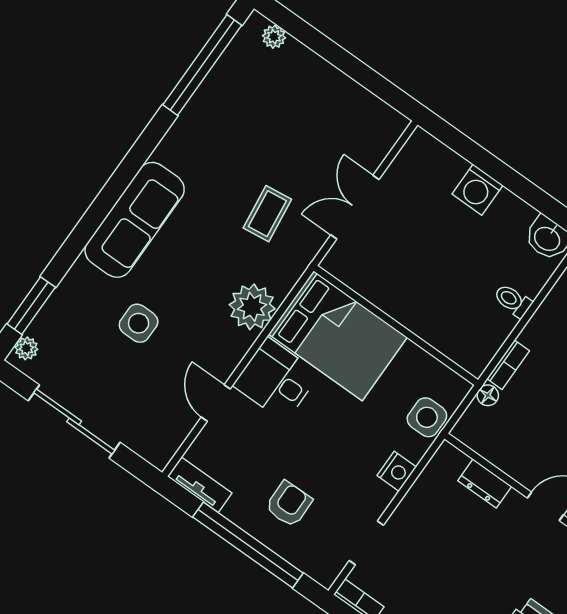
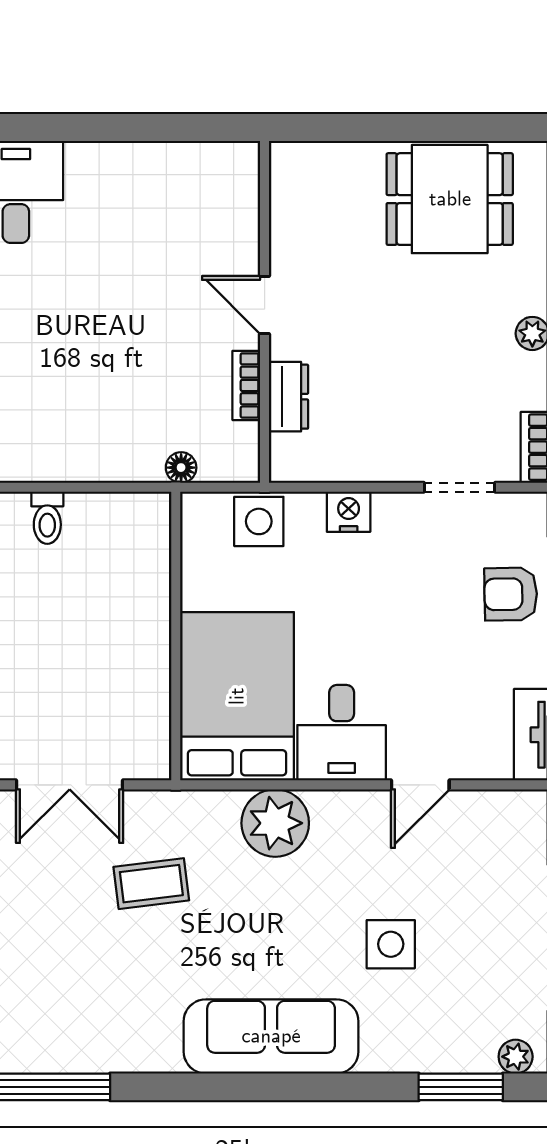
bookcase: (508, 365) -> (246, 385), moved, turned -90
armchair: (289, 504) -> (511, 594), moved

